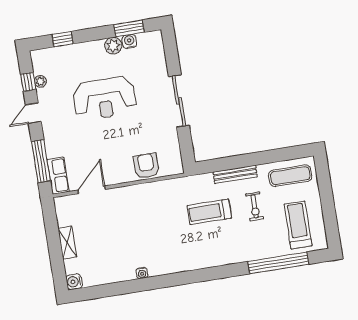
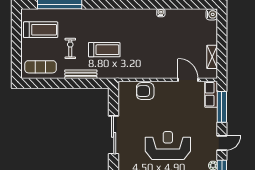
armchair: (146, 166) -> (145, 91), turned 89
door: (92, 190) -> (188, 80), swing flipped
treadmill: (298, 225) -> (41, 30), turned -90
shelving: (67, 243) -> (212, 57), moved

